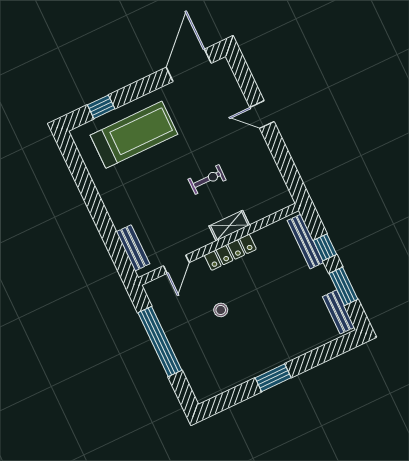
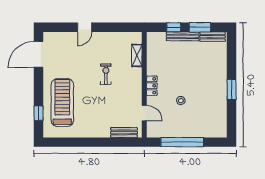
door: (189, 65) -> (39, 54), hinge flipped
shelving: (229, 226) -> (137, 55), moved
bench: (305, 242) -> (183, 36), moved
locker: (230, 252) -> (152, 86), width x0.66

